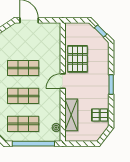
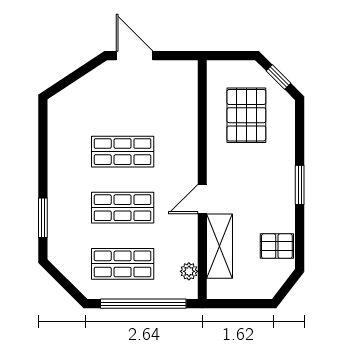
pallet: (78, 59) -> (246, 115), moved
door: (63, 81) -> (202, 199), moved

